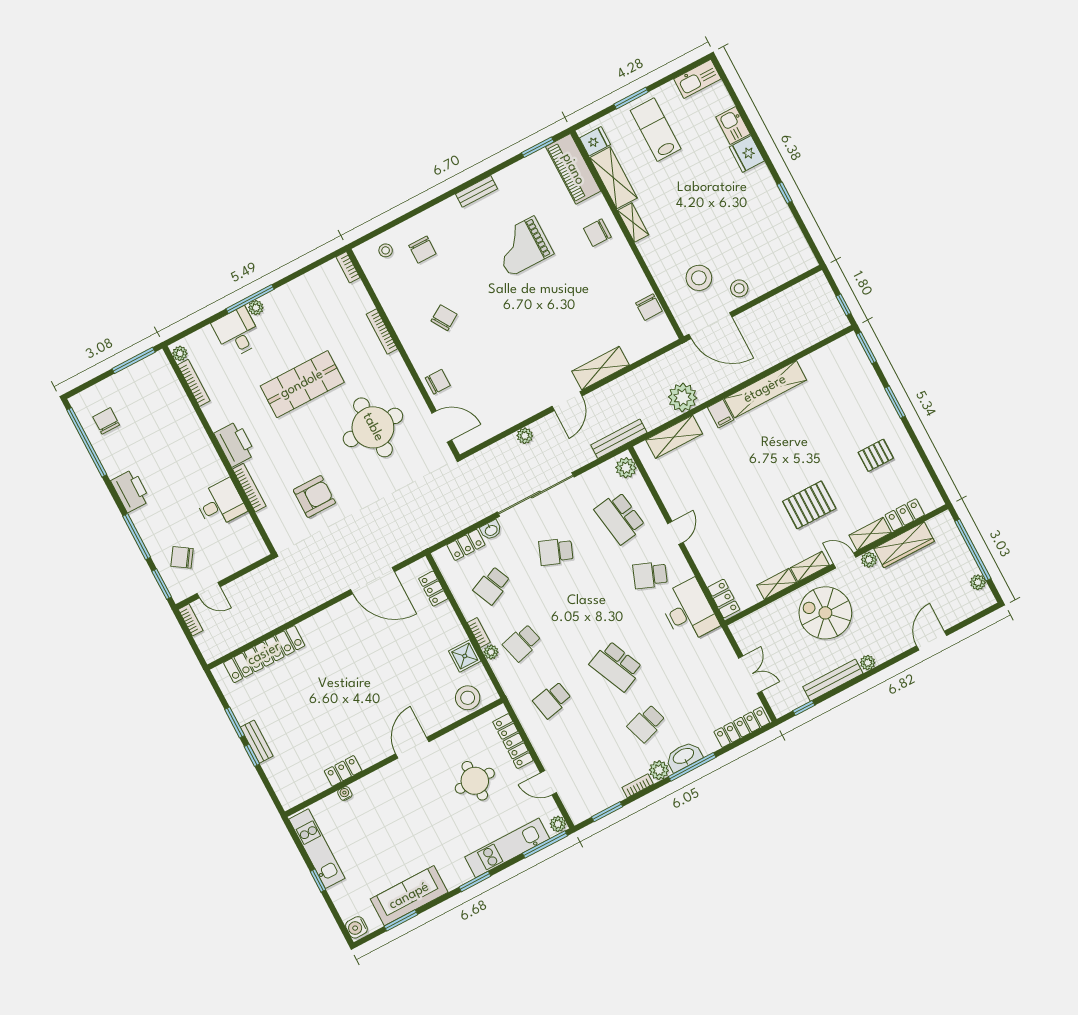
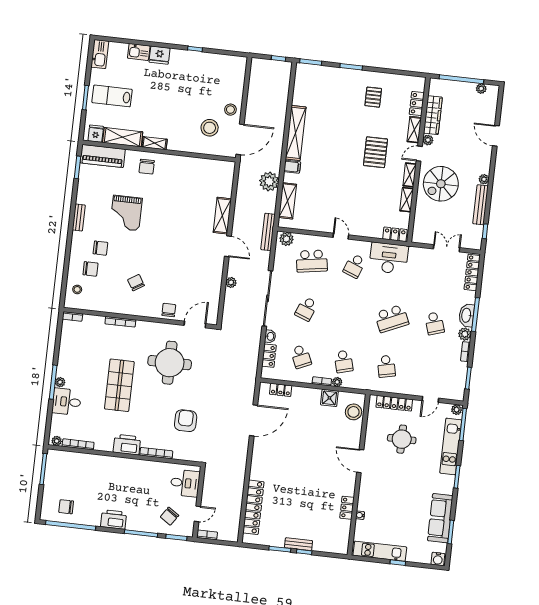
chair: (649, 307) -> (100, 248), moved
desk: (221, 504) -> (185, 483), moved, turned 90

